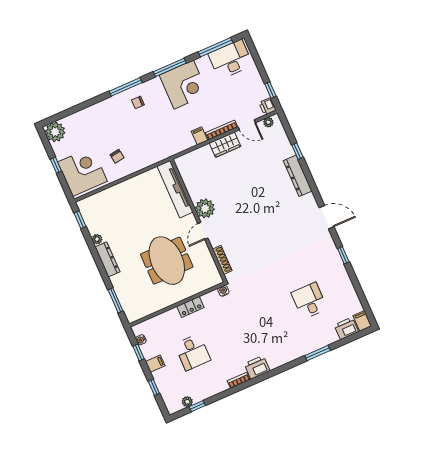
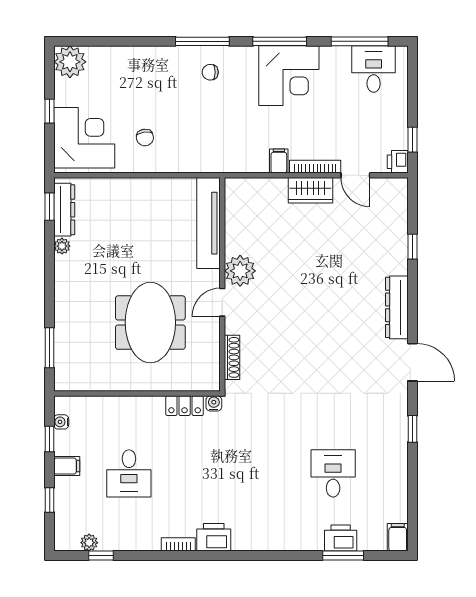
desk: (230, 60) -> (374, 69), width x0.73
plant: (268, 122) -> (389, 186), removed
dresser: (298, 176) -> (397, 307), moved
dresser: (107, 259) -> (64, 210), moved
locker: (190, 307) -> (185, 406), moved
printer: (346, 328) -> (341, 538), moved
window: (318, 353) -> (343, 556), moved

